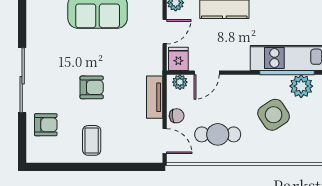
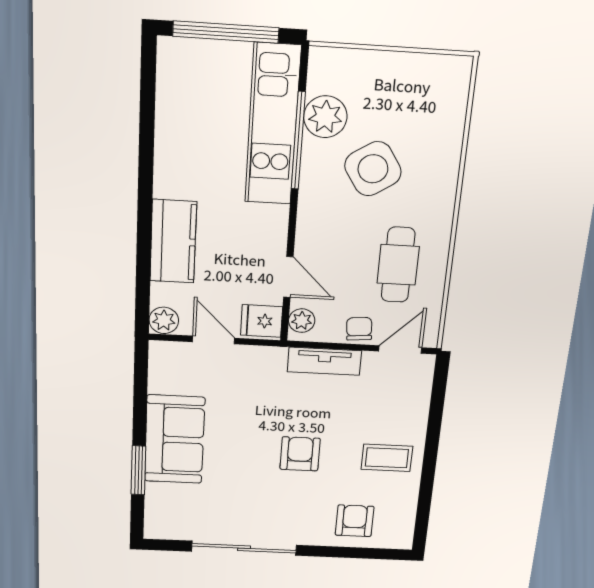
sliding door: (22, 80) -> (244, 548), moved

